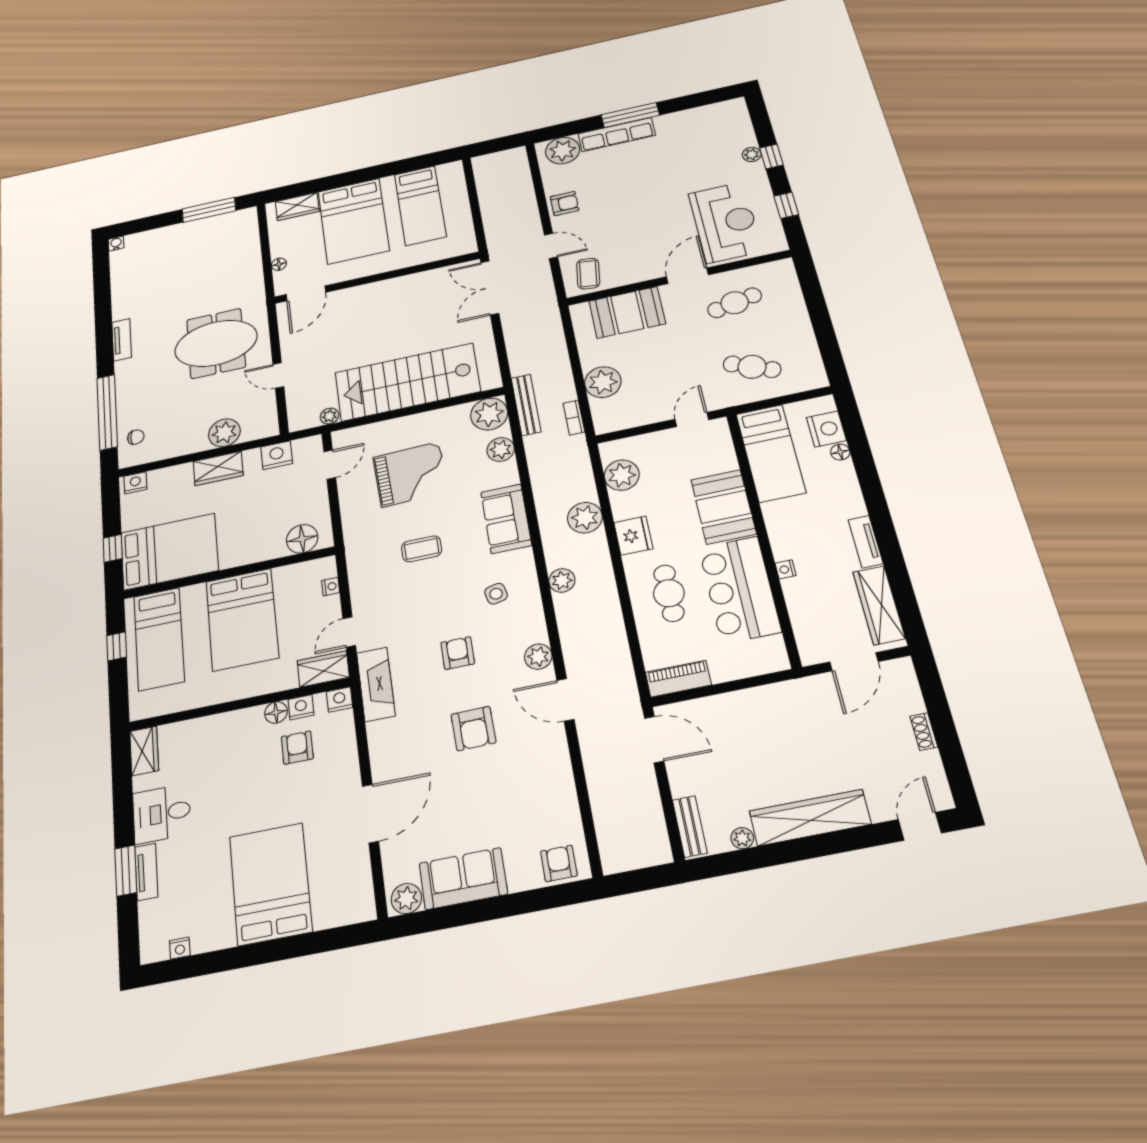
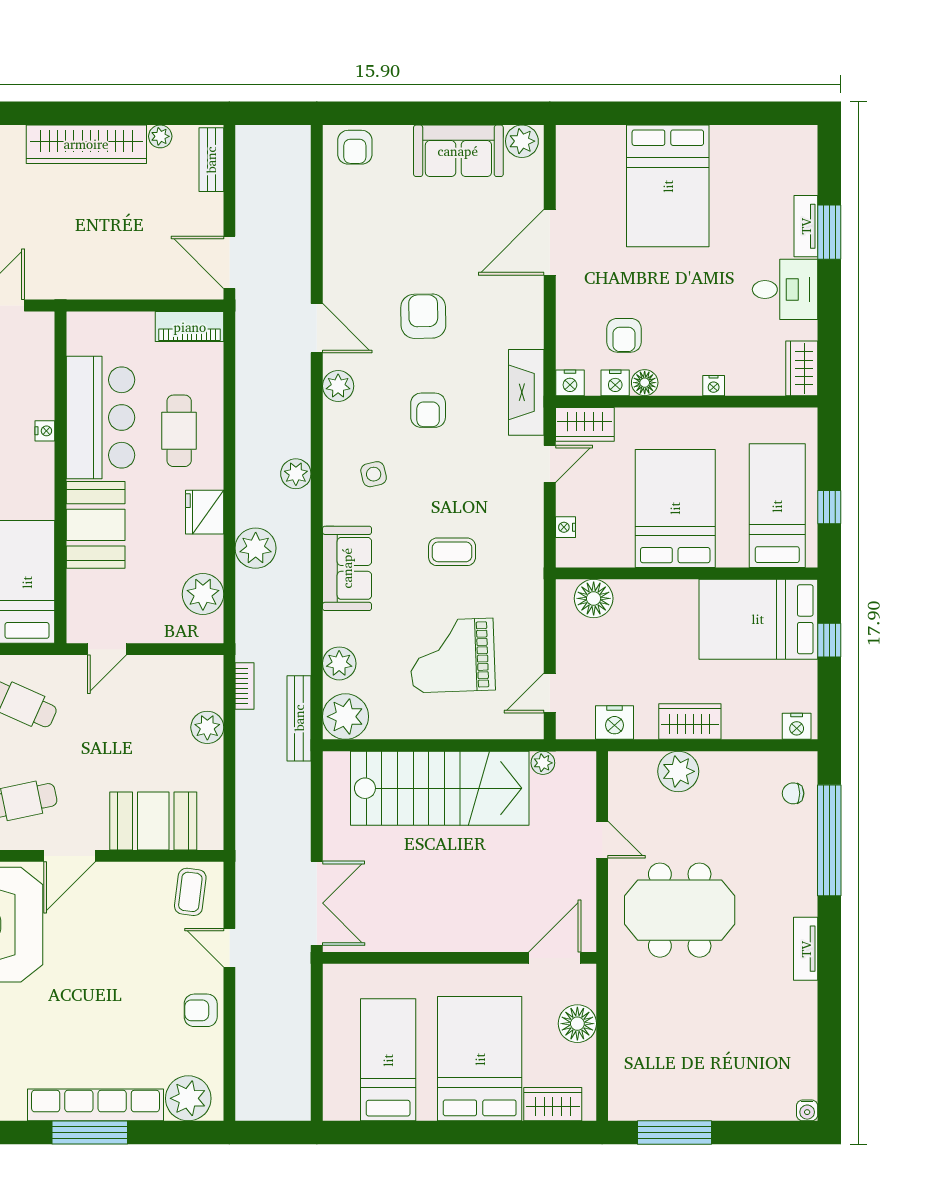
row of seats: (617, 135) -> (95, 1105), width x1.36
floor lamp: (279, 264) -> (577, 1024), width x1.89, depth x1.89
plant: (603, 382) -> (207, 727), width x0.73, depth x0.73
nightstand: (180, 948) -> (714, 386), moved, turned 180

